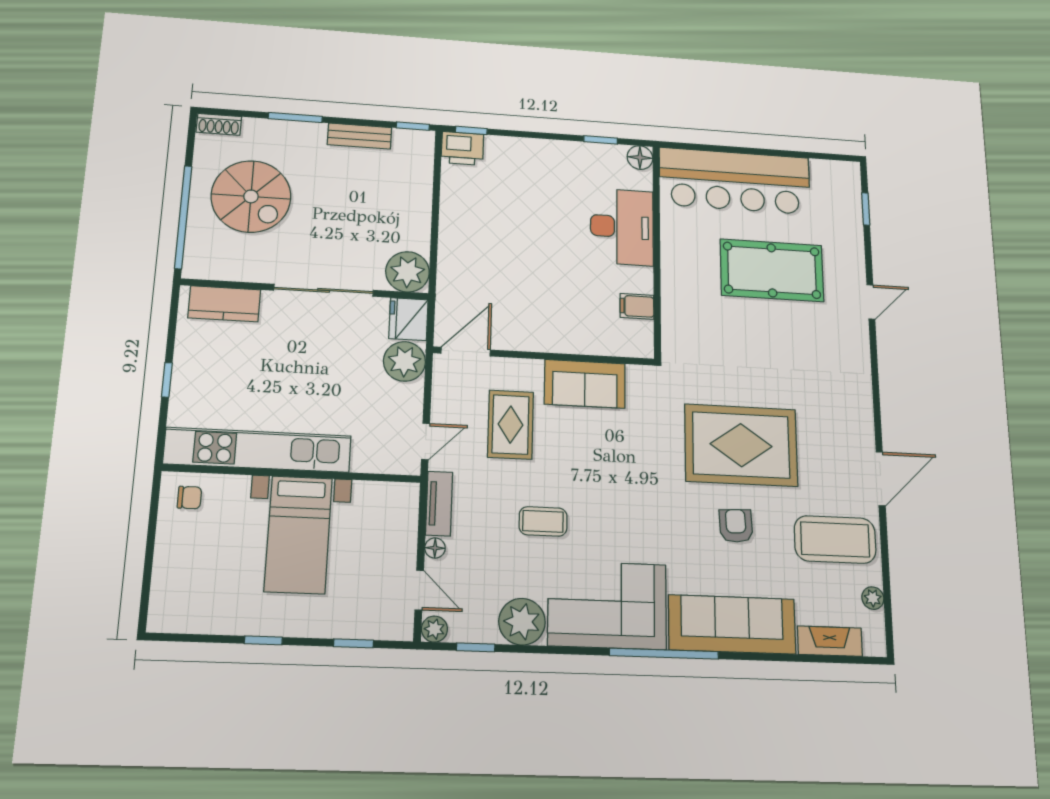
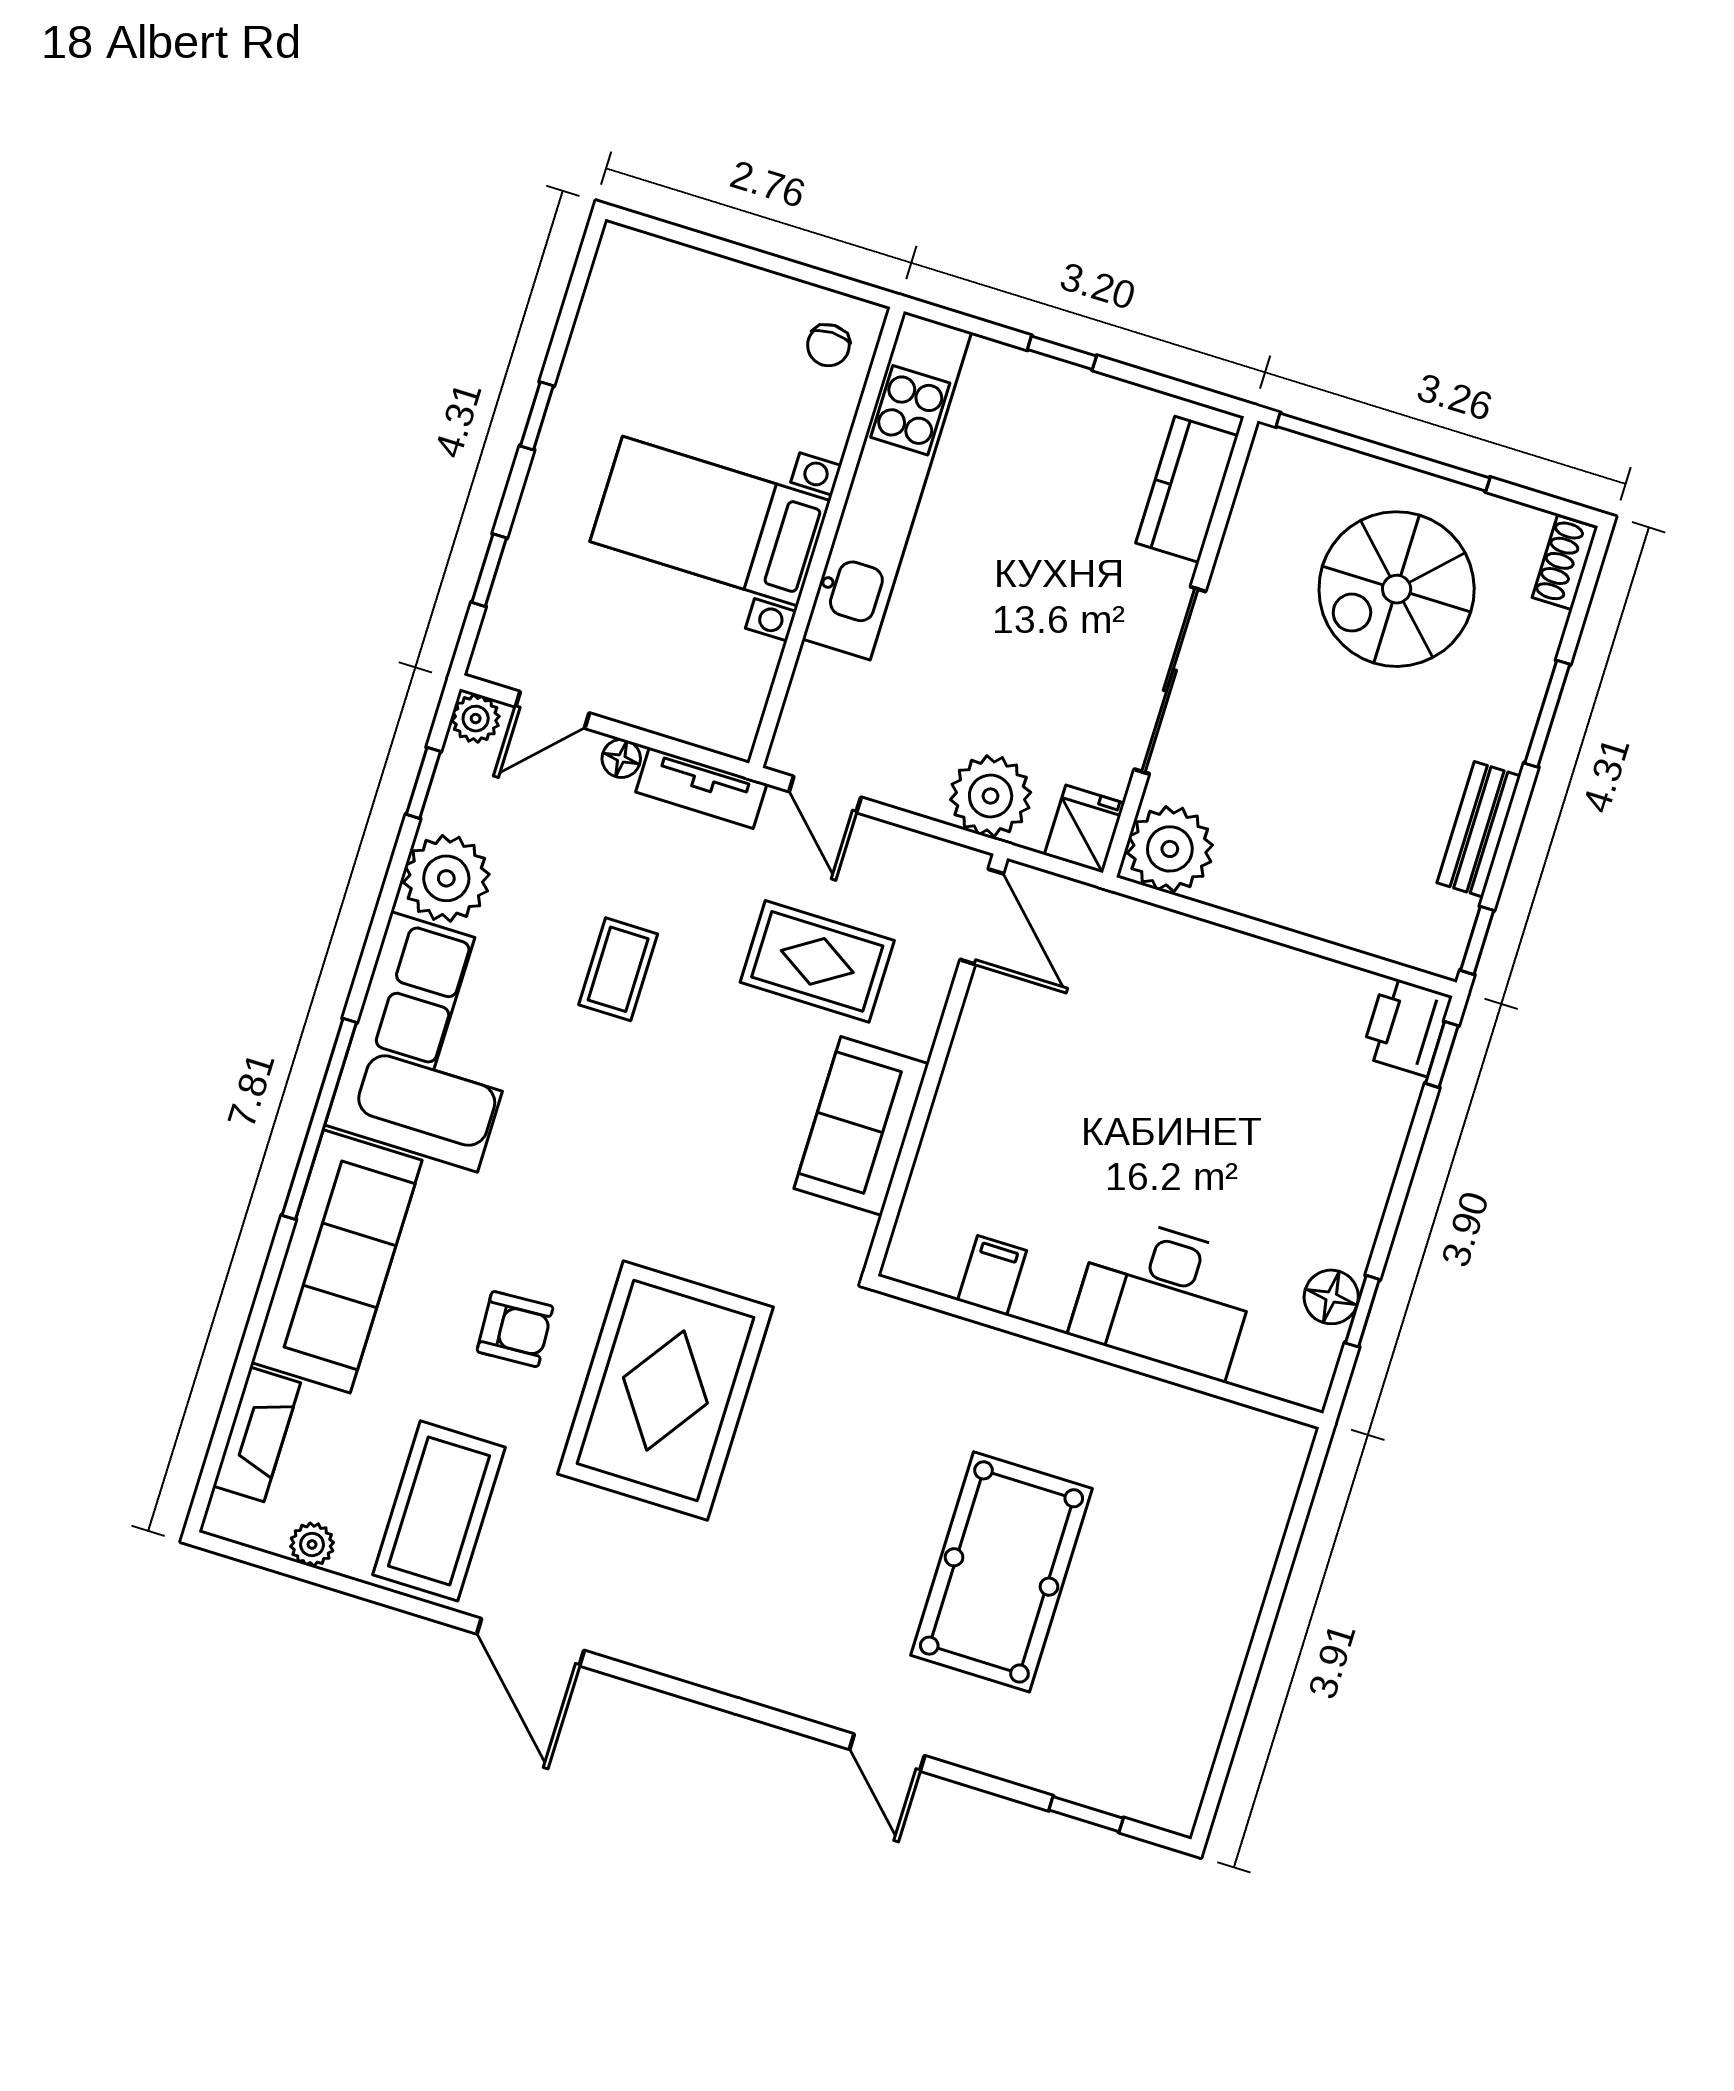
floor lamp: (640, 158) -> (1331, 1297), moved
bar counter: (735, 181) -> (1210, 1560), removed
fridge: (408, 319) -> (1084, 829), width x0.72

